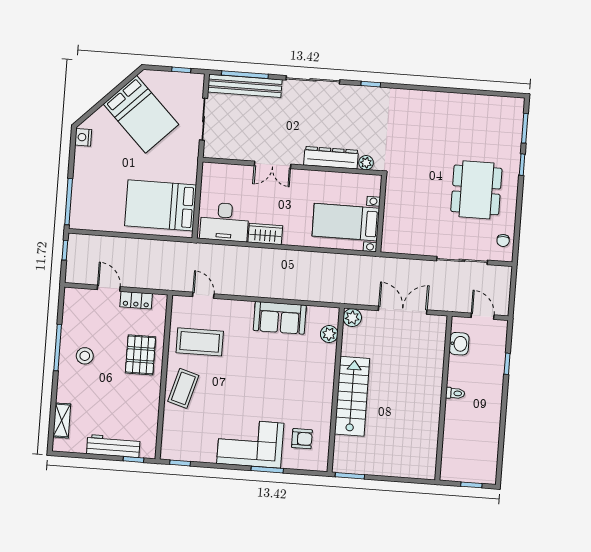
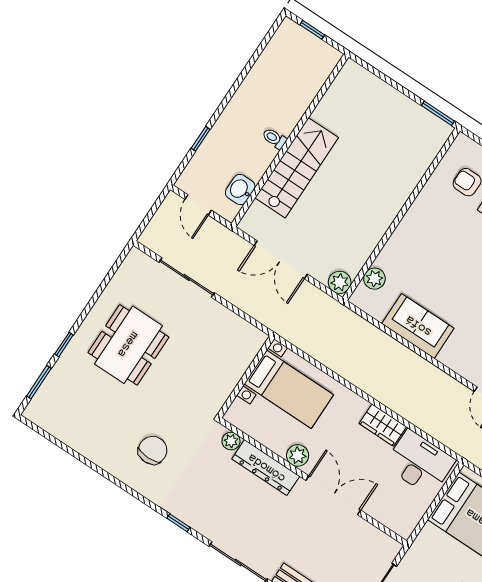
double door: (273, 165) -> (333, 495), width x1.37
plant: (313, 179) -> (298, 455), added
chair: (503, 240) -> (153, 450), moved, width x1.87, depth x1.87
stairs: (352, 396) -> (297, 168), moved, turned 180

